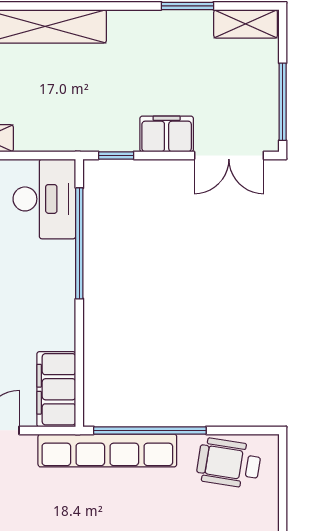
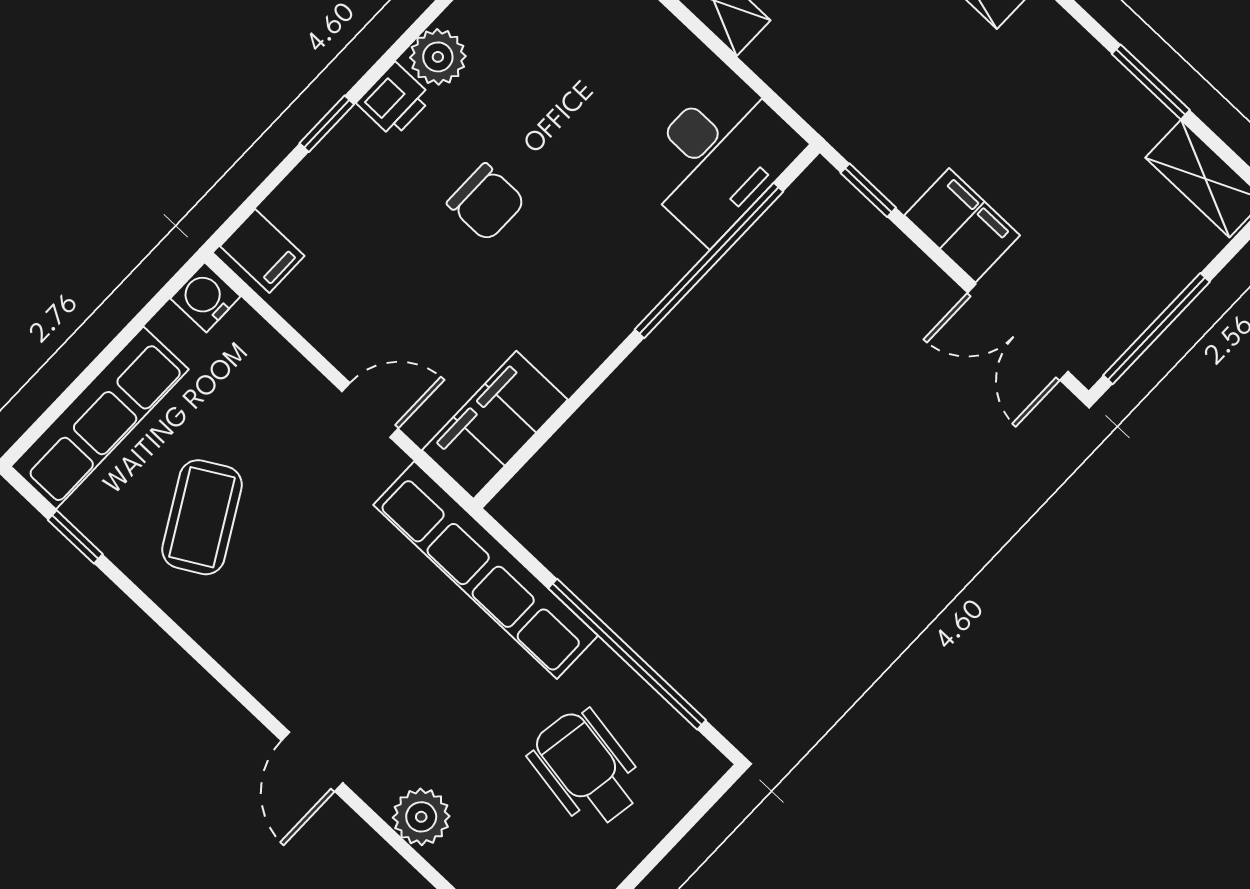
window: (150, 430) -> (627, 654), moved
wheelchair: (229, 463) -> (586, 769), moved

